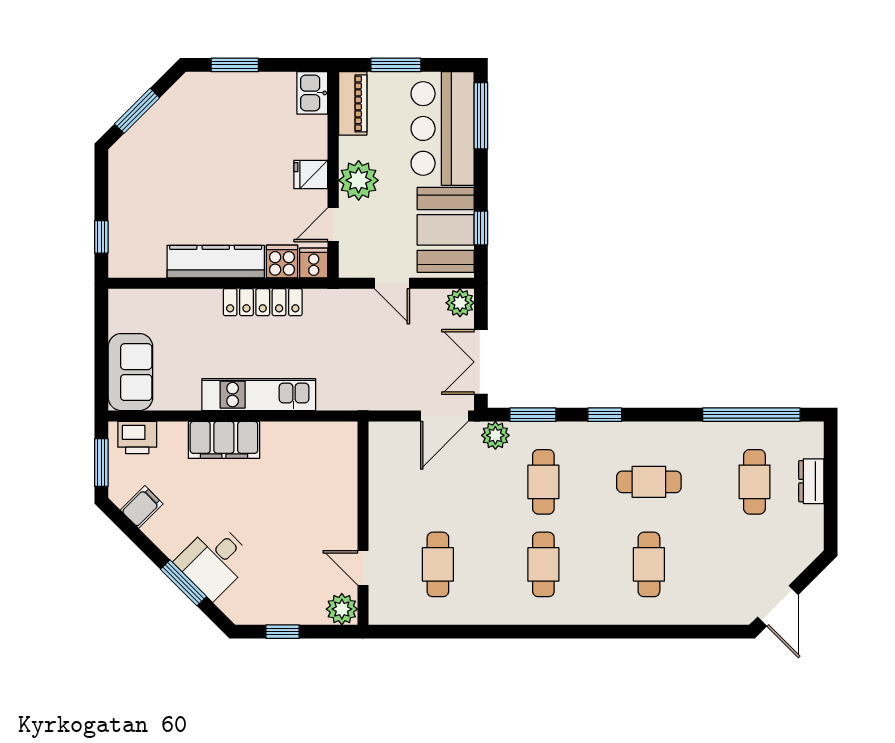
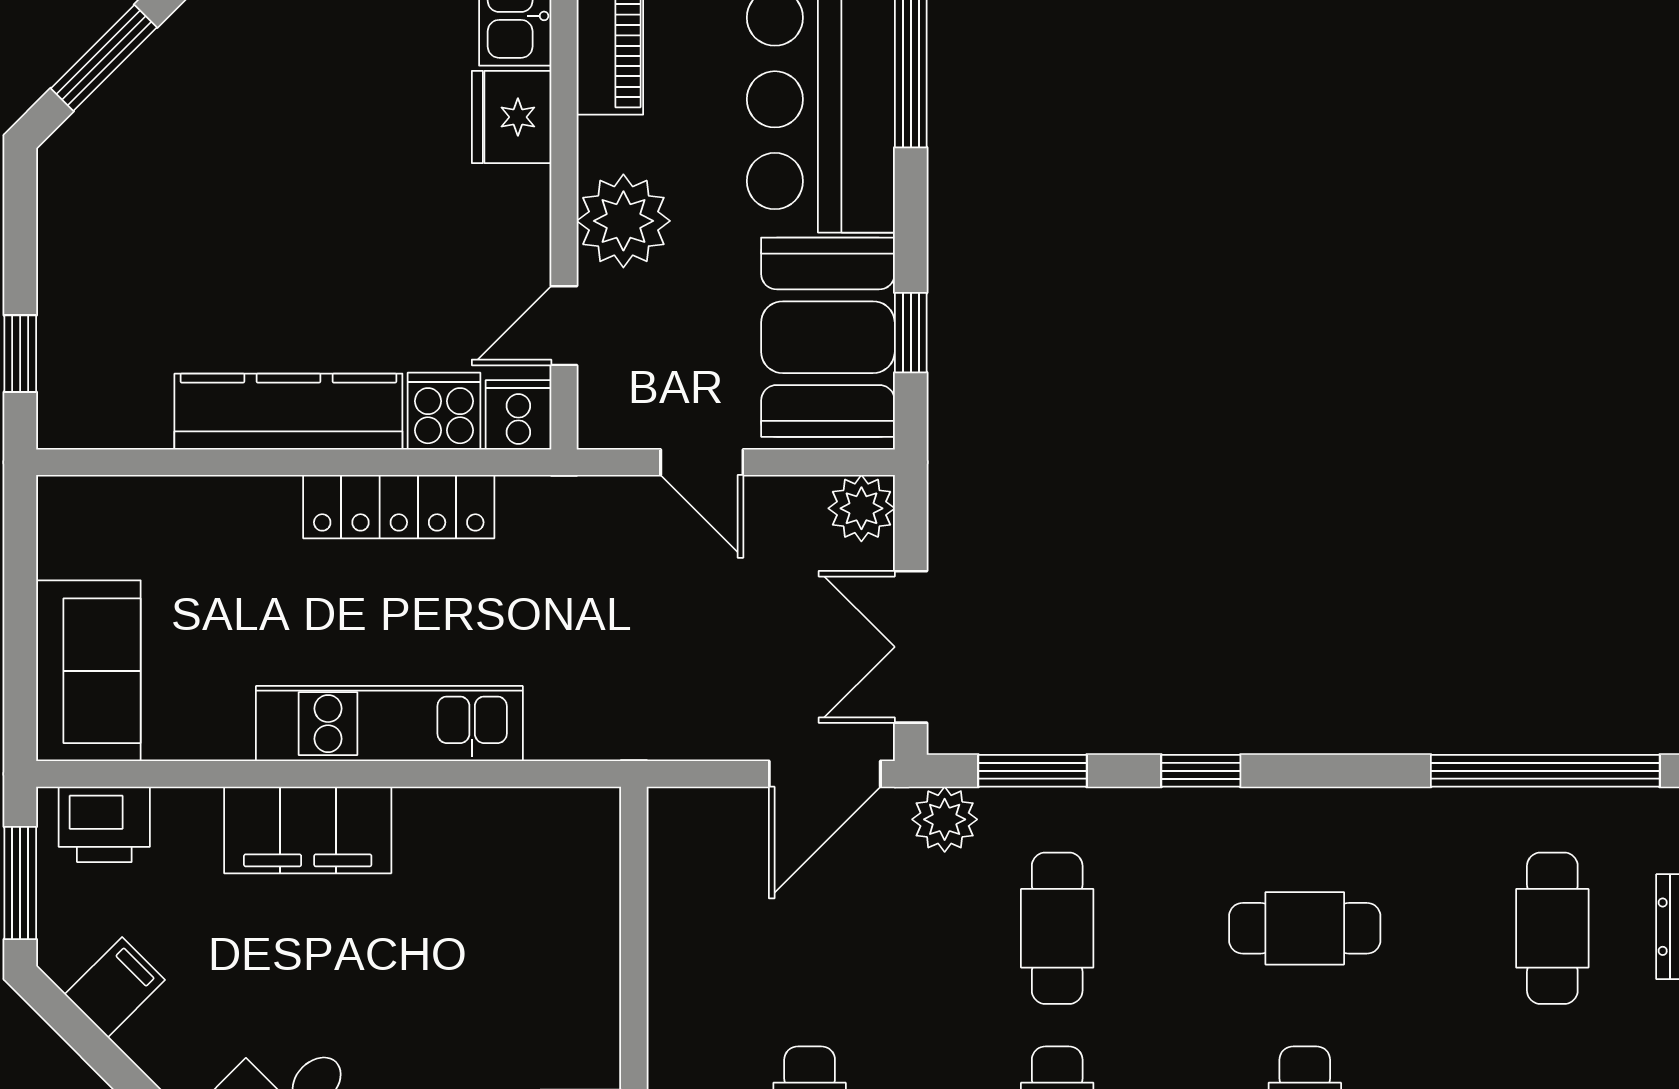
fridge: (311, 175) -> (512, 117), moved, width x1.38

